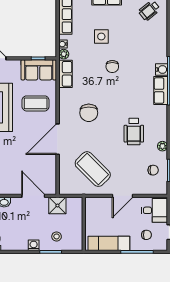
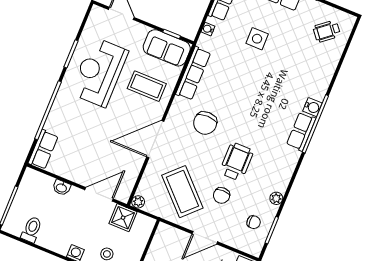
plant: (64, 54) -> (138, 202), moved
chair: (112, 67) -> (222, 195), moved
row of seats: (65, 74) -> (193, 73), width x1.48
wheelchair: (134, 132) -> (236, 162), moved, turned 180
door: (33, 196) -> (99, 194), hinge flipped

